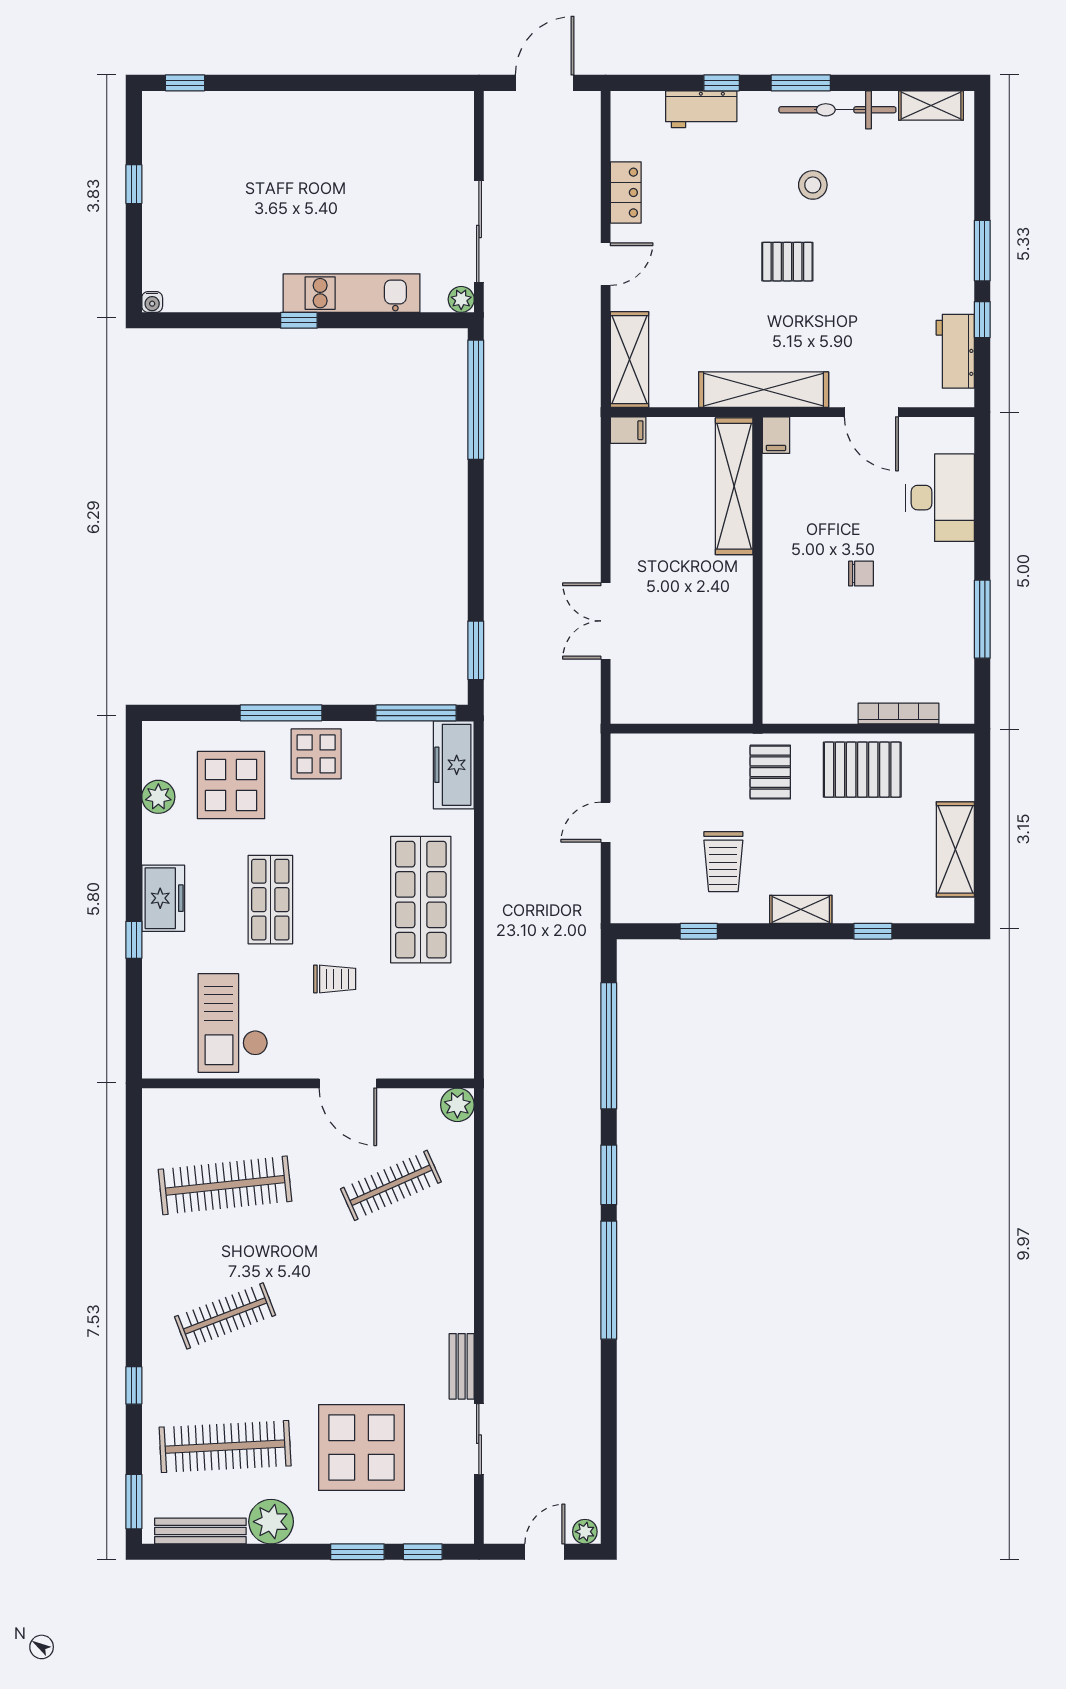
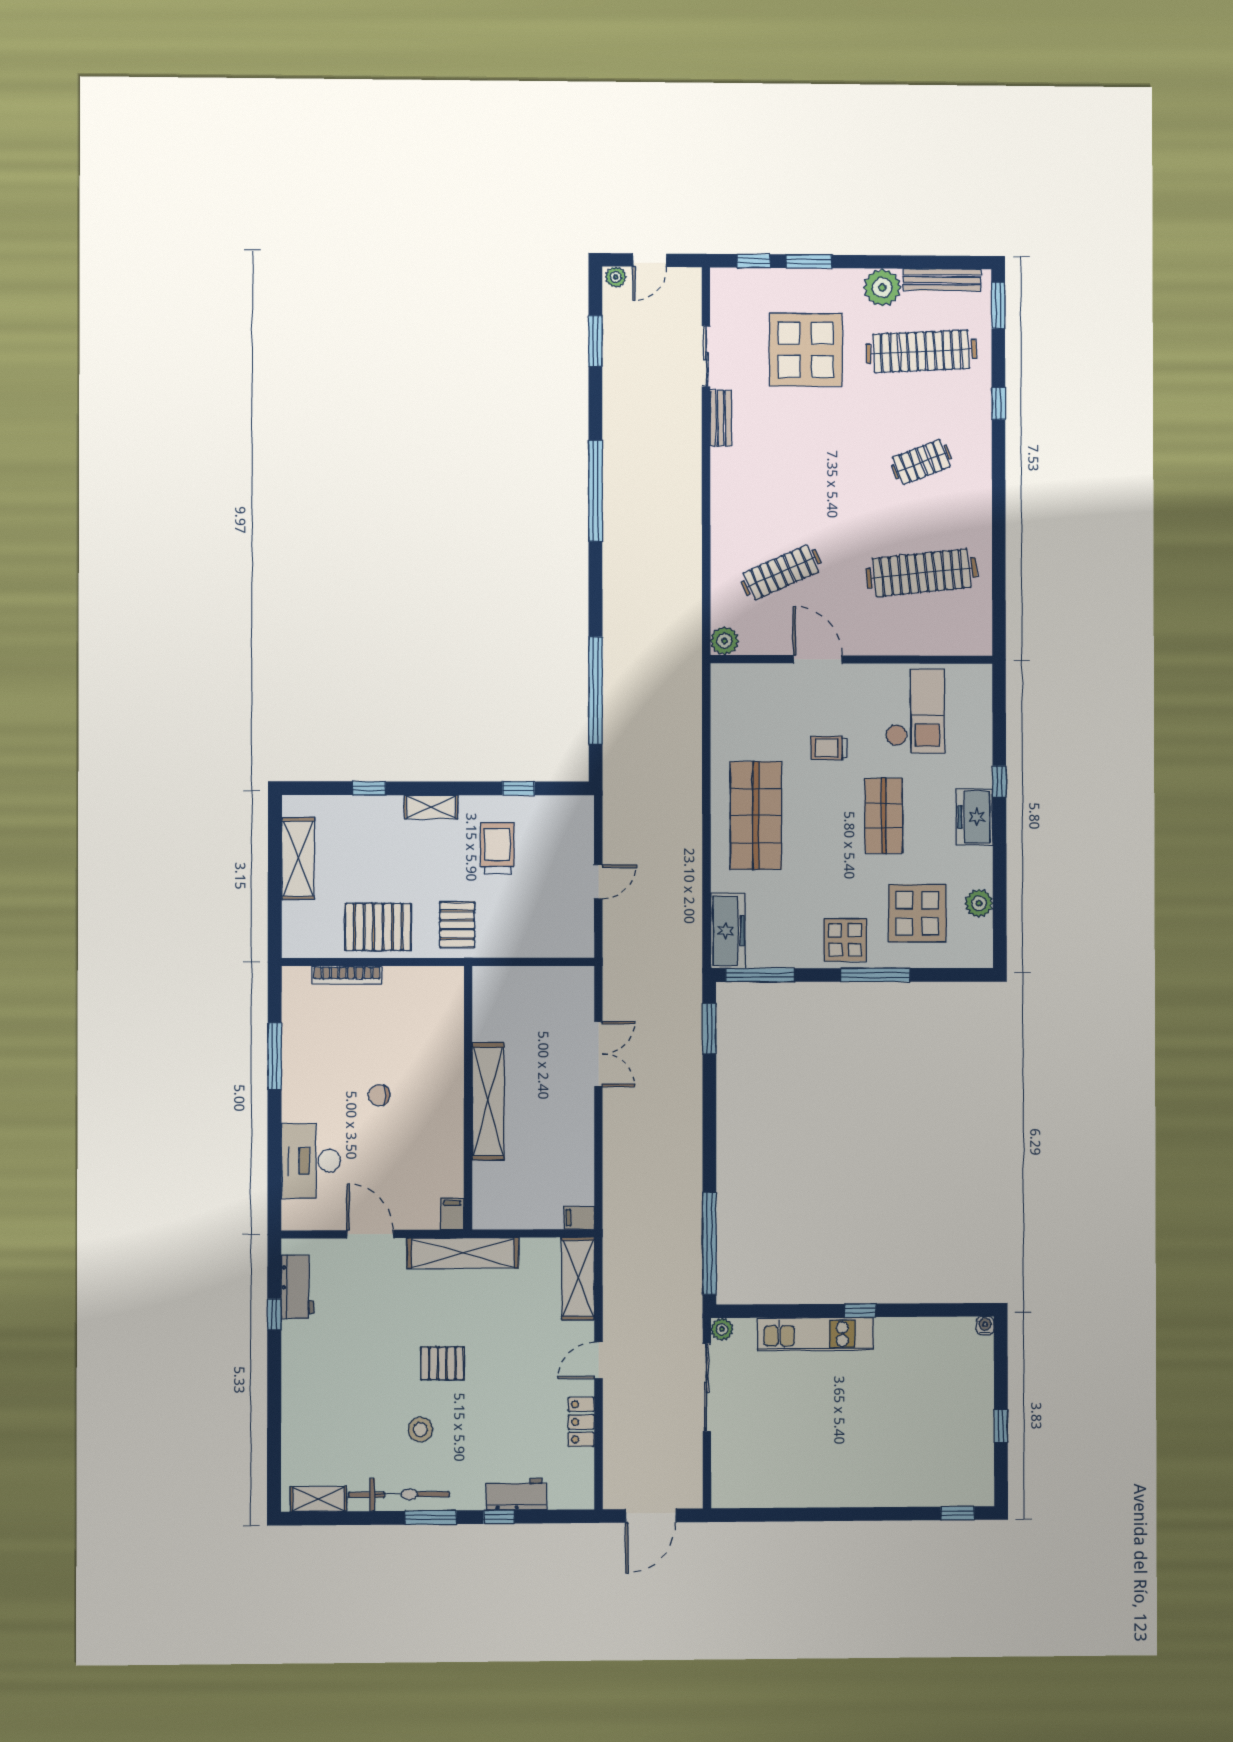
window: (982, 251) -> (274, 1374), removed
shelving: (734, 486) -> (488, 1101), moved
window: (609, 1175) -> (595, 341), moved
clothes rail: (225, 1316) -> (921, 462), width x0.73

